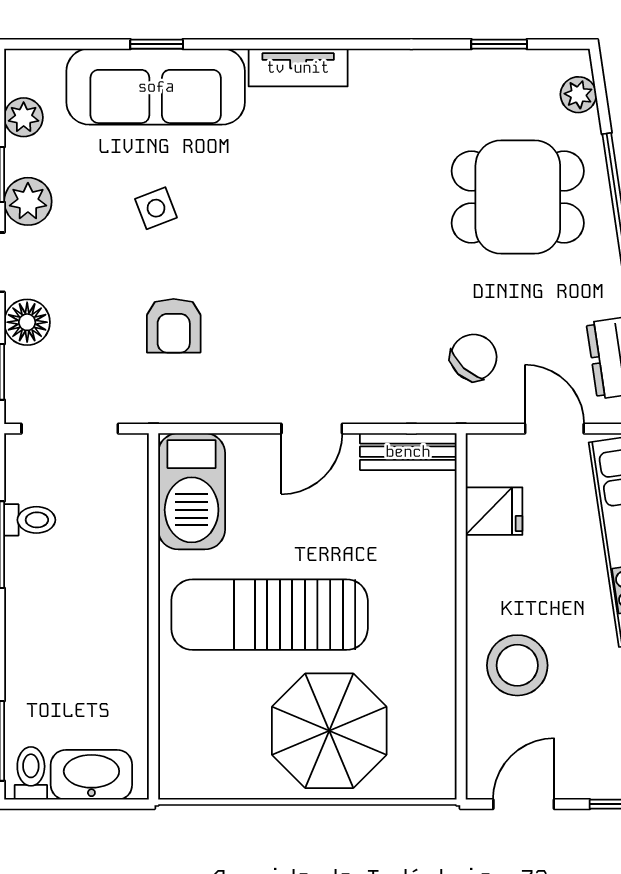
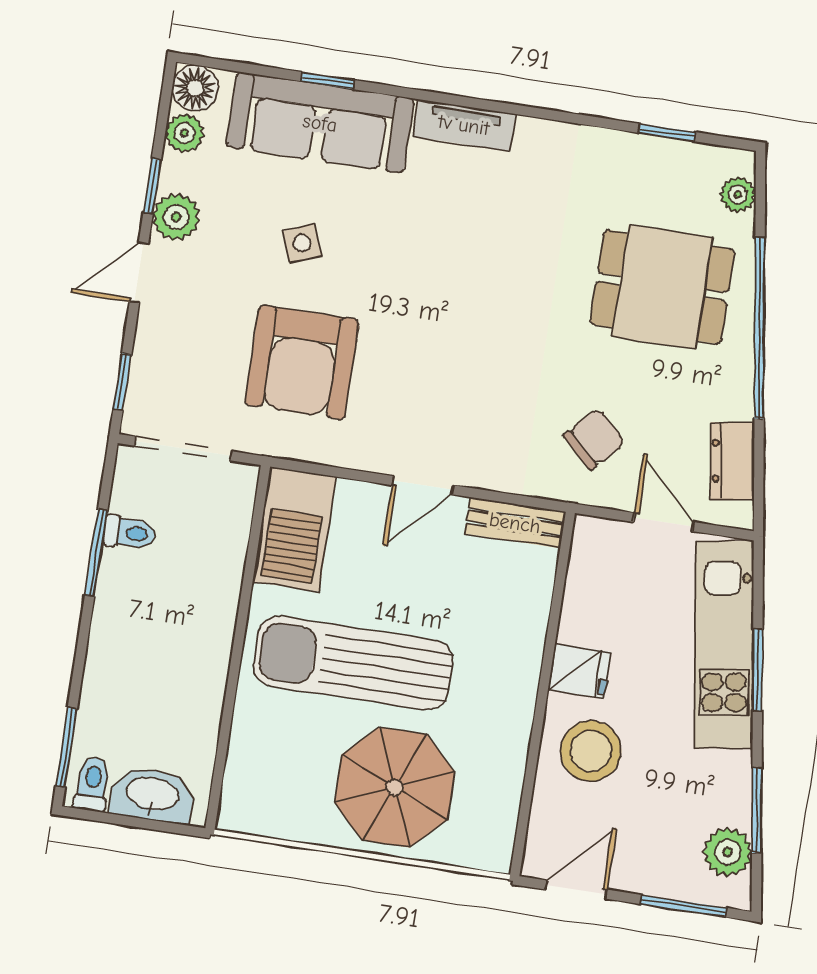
floor lamp: (27, 322) -> (195, 88), moved
armchair: (174, 326) -> (302, 362), width x1.88, depth x1.88
fridge: (494, 511) -> (579, 671), moved

